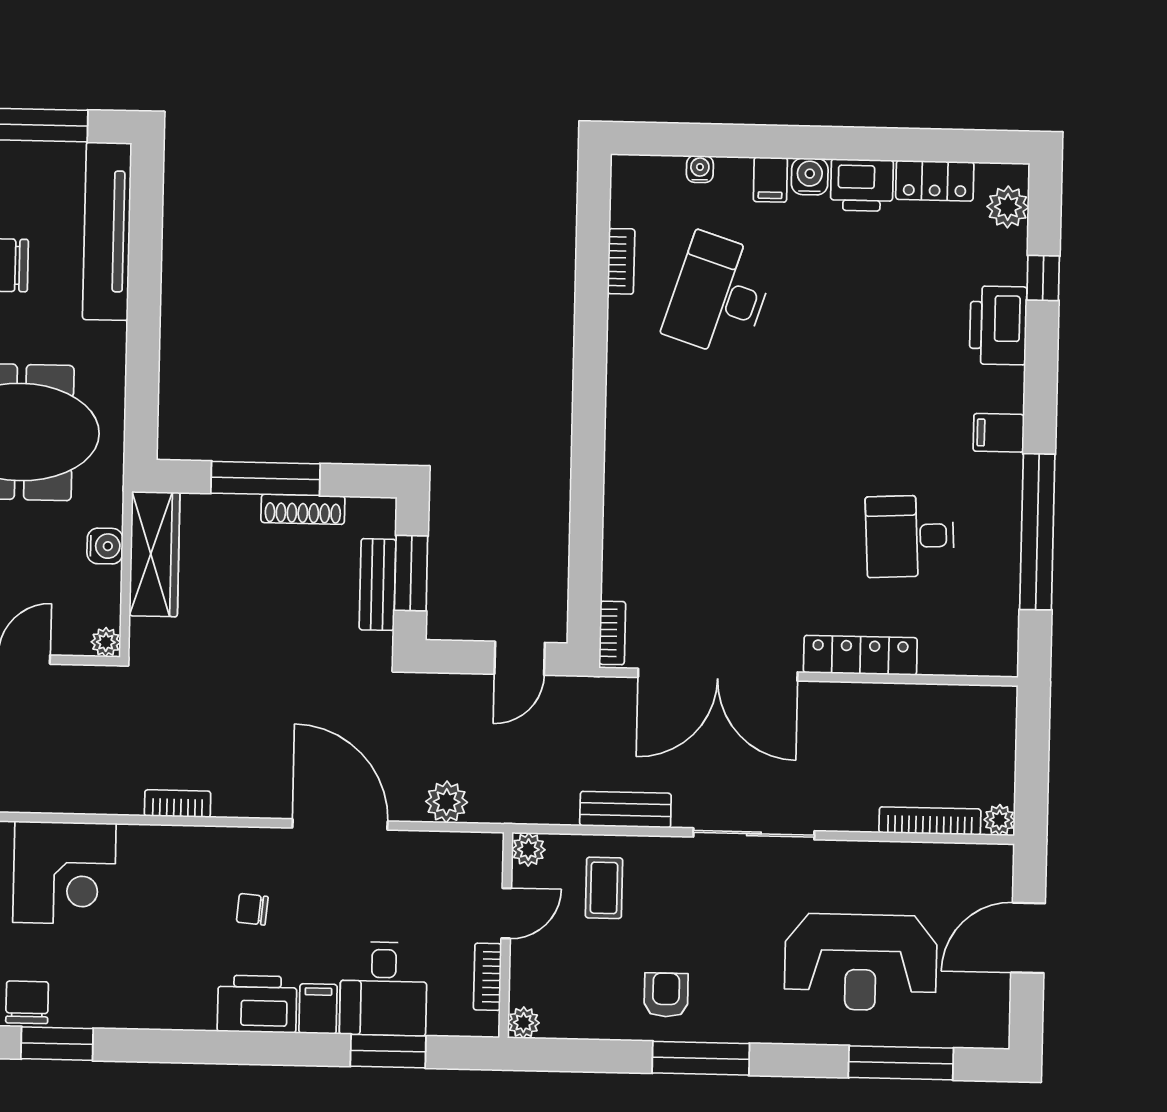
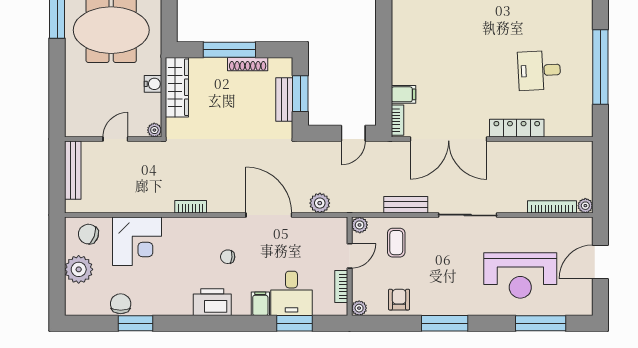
filing cabinet: (999, 433) -> (403, 94), moved, turned 180
armchair: (666, 995) -> (399, 300), moved
printer: (257, 1004) -> (212, 302), moved

